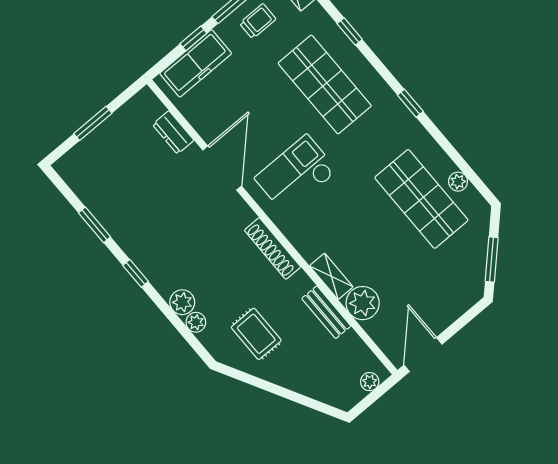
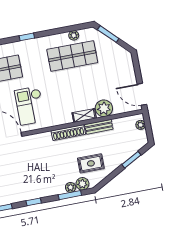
shoe rack: (273, 248) -> (68, 133), moved
window: (492, 260) -> (108, 34), moved
plant: (182, 302) -> (82, 184), moved
window: (182, 328) -> (70, 195), added
window: (301, 399) -> (131, 160), added

